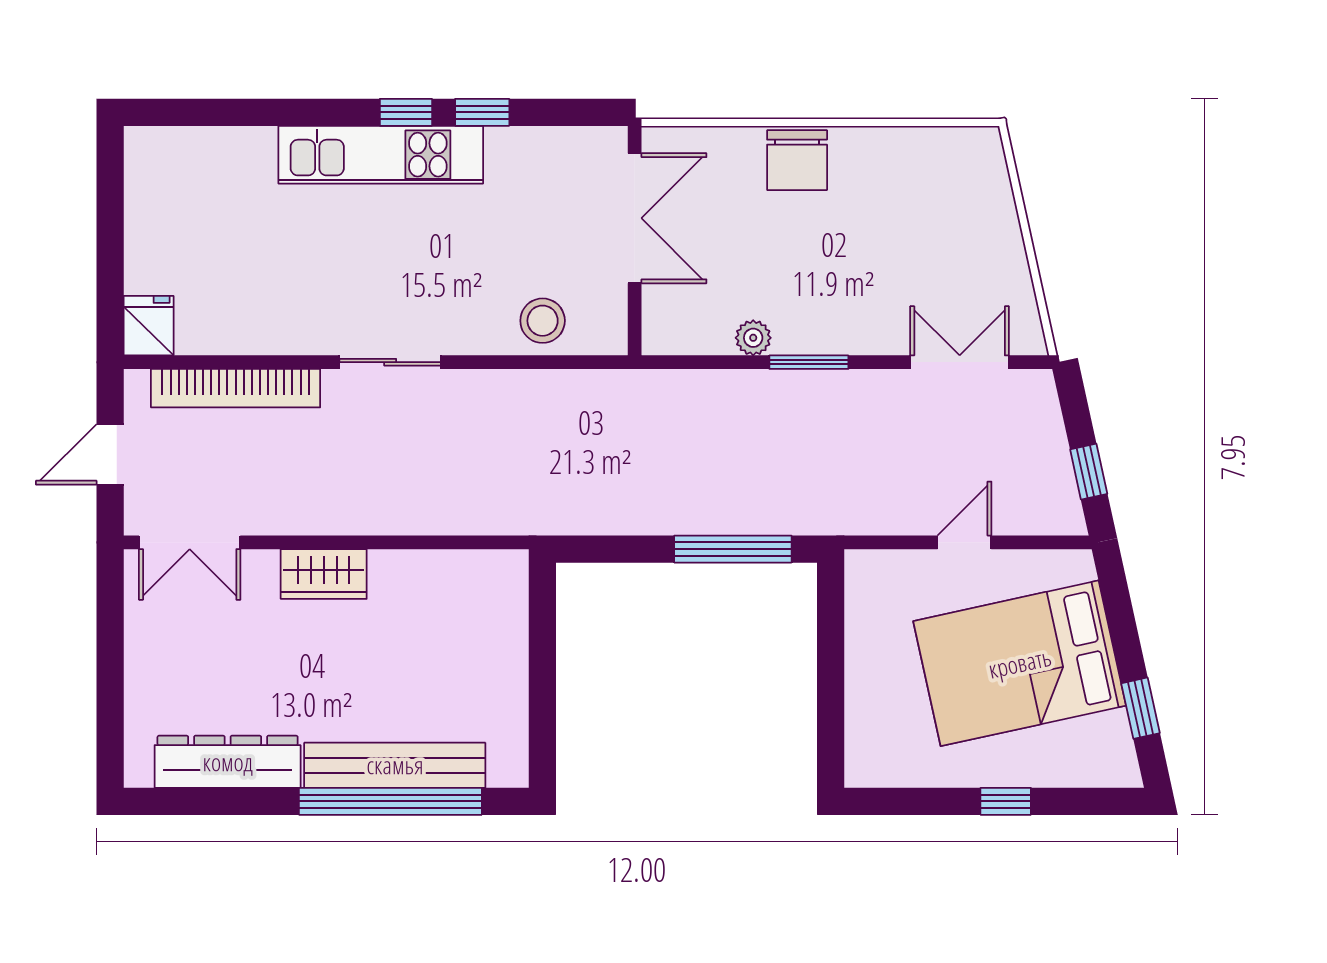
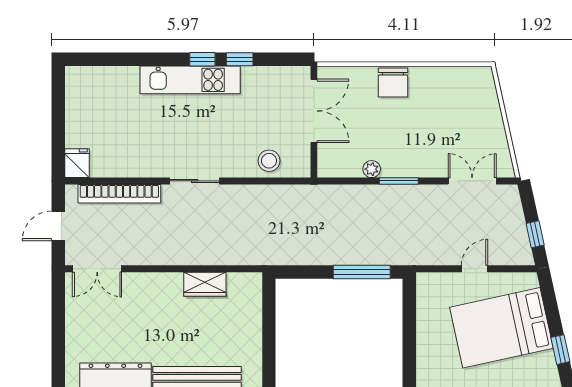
wardrobe: (324, 574) -> (205, 284), moved

